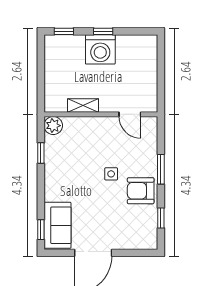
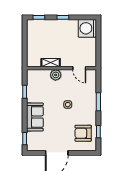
washing machine: (100, 49) -> (87, 28), moved, turned 90
plant: (53, 126) -> (56, 75), moved
armchair: (141, 191) -> (83, 133), moved
sofa: (57, 225) -> (35, 117), moved

